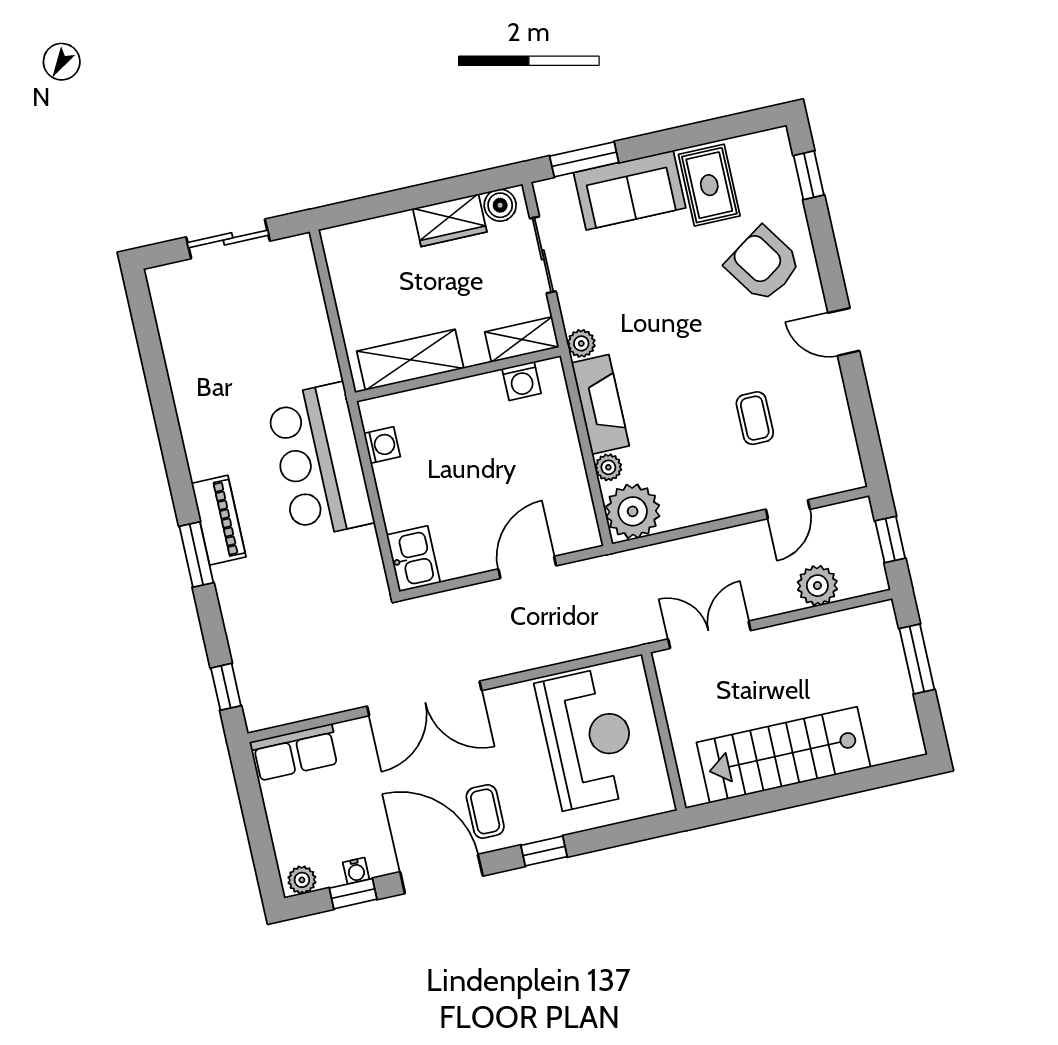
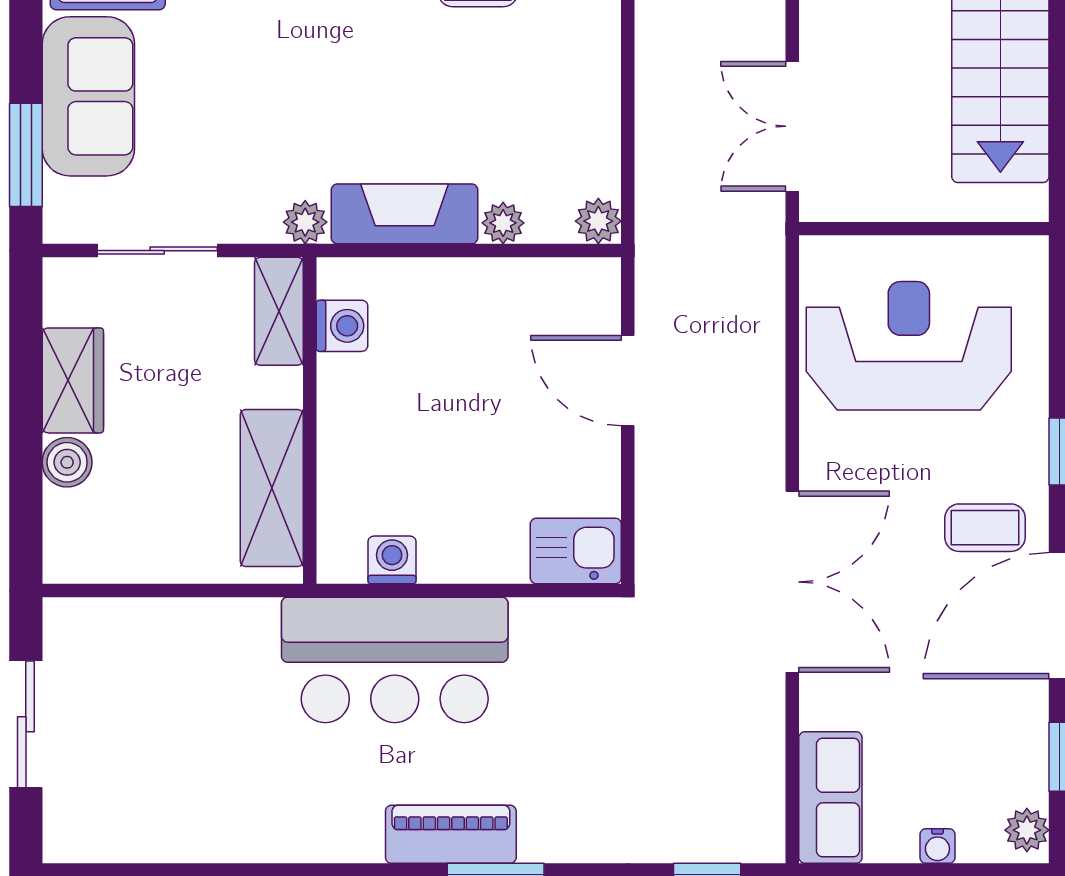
boiler: (500, 205) -> (67, 462), moved
plant: (633, 511) -> (598, 221), width x0.53, depth x0.53
water cooler: (356, 871) -> (937, 846), moved, turned 90

